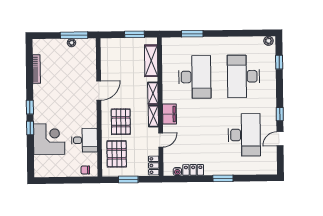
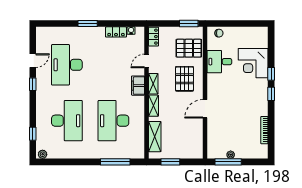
window: (192, 34) -> (115, 162), width x1.44
pallet: (117, 154) -> (189, 48), turned 90
window: (128, 180) -> (189, 24), moved

